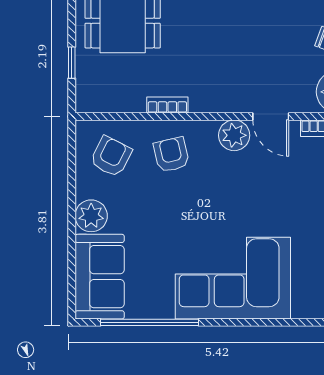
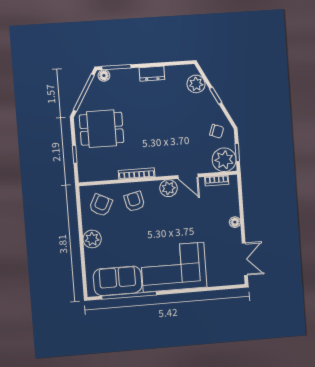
bookcase: (167, 105) -> (137, 174), width x1.56
sofa: (100, 277) -> (118, 281), moved, turned -90

